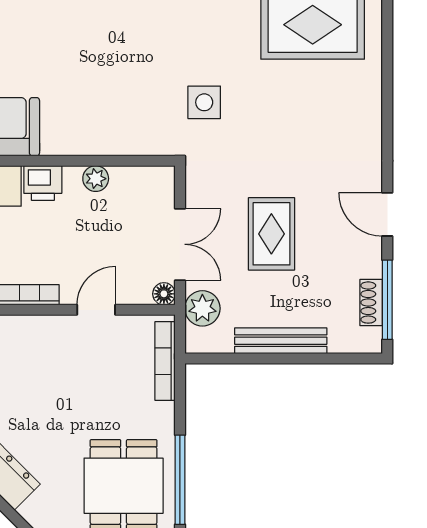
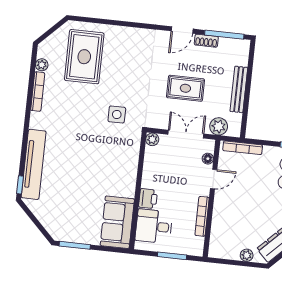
plant: (96, 179) -> (152, 139), moved
floor lamp: (164, 294) -> (208, 159), moved
shoe rack: (371, 303) -> (206, 41), moved
door: (96, 310) -> (214, 179), swing flipped

